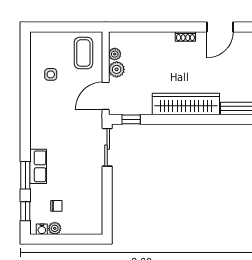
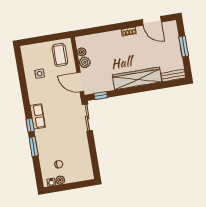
door: (220, 27) -> (152, 21), hinge flipped
door: (106, 96) -> (80, 82), hinge flipped
row of seats: (38, 166) -> (38, 116), moved
window: (25, 211) -> (30, 125), moved

